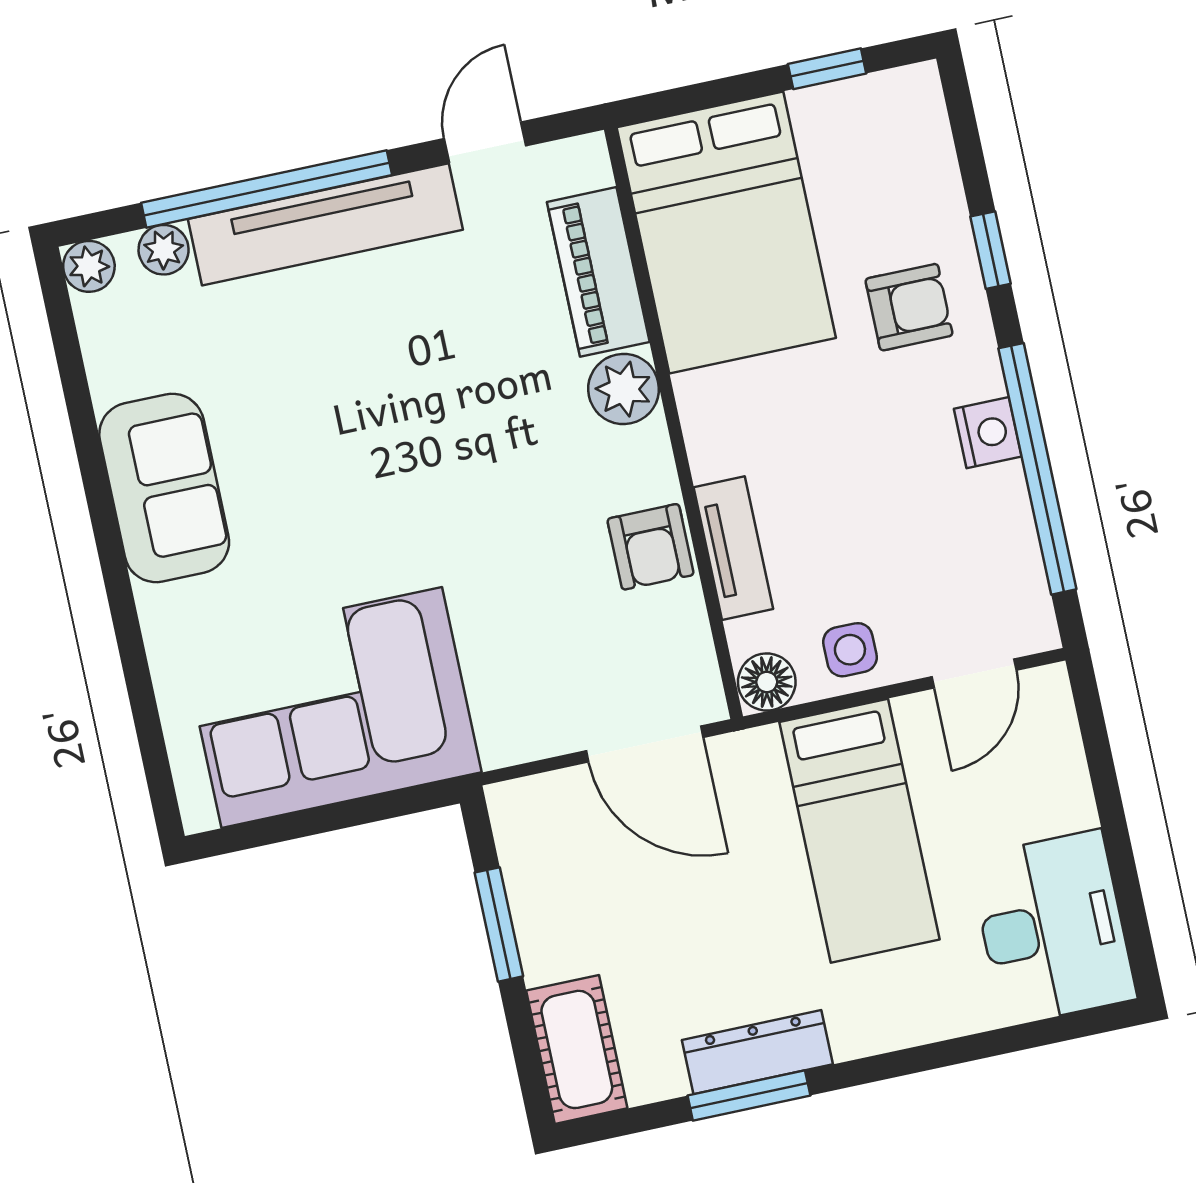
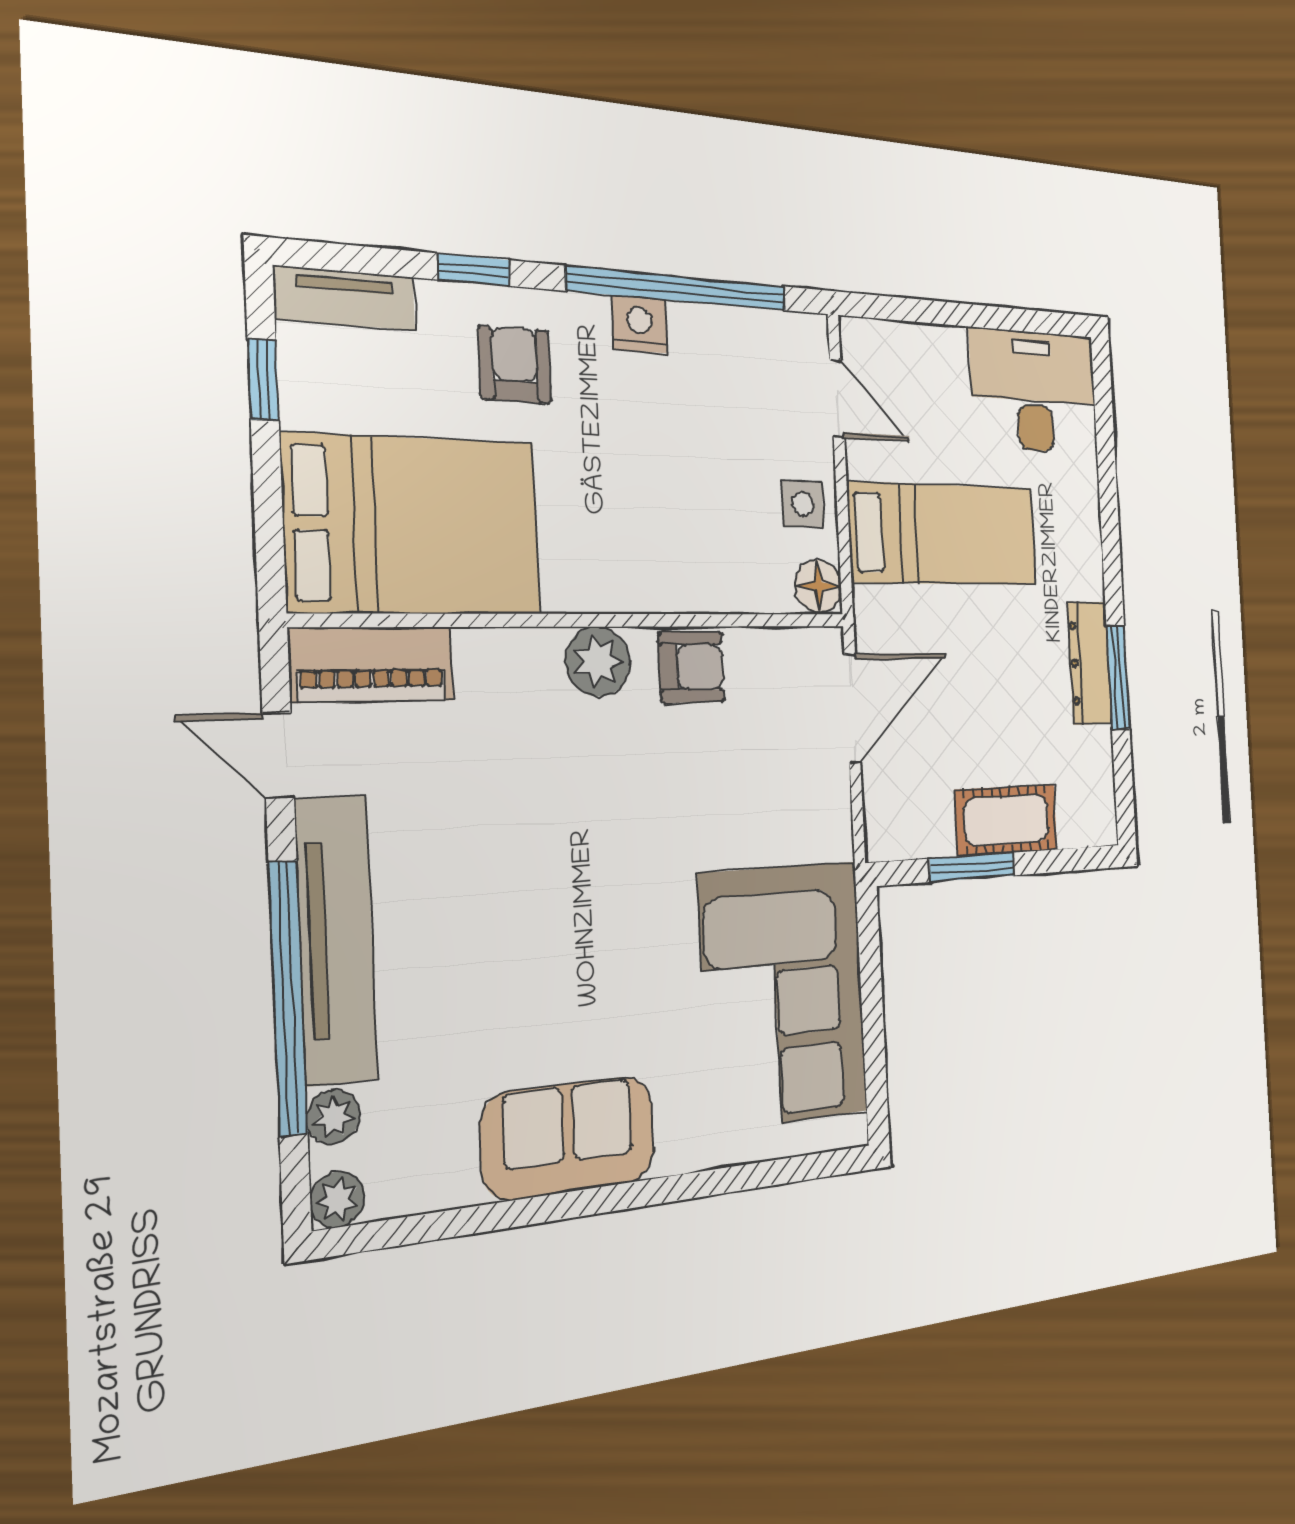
piano: (598, 272) -> (372, 664), moved
plant: (624, 389) -> (598, 662), moved
tv unit: (733, 548) -> (345, 298), moved, turned 180
cot: (577, 1049) -> (1006, 820), moved

